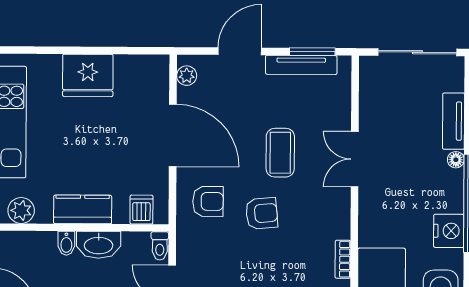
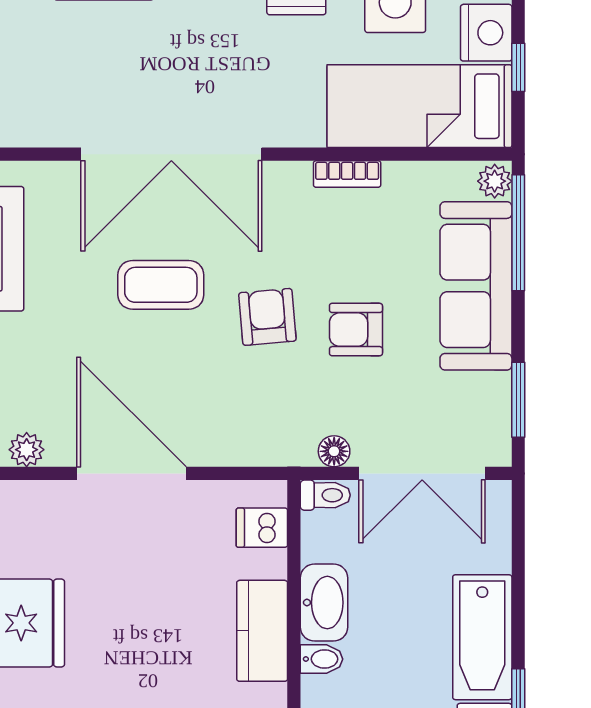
door: (173, 135) -> (131, 473), hinge flipped
double door: (355, 159) -> (171, 154), width x1.87
armchair: (208, 201) -> (356, 330), moved, turned -90
floor lamp: (185, 251) -> (334, 451), added

